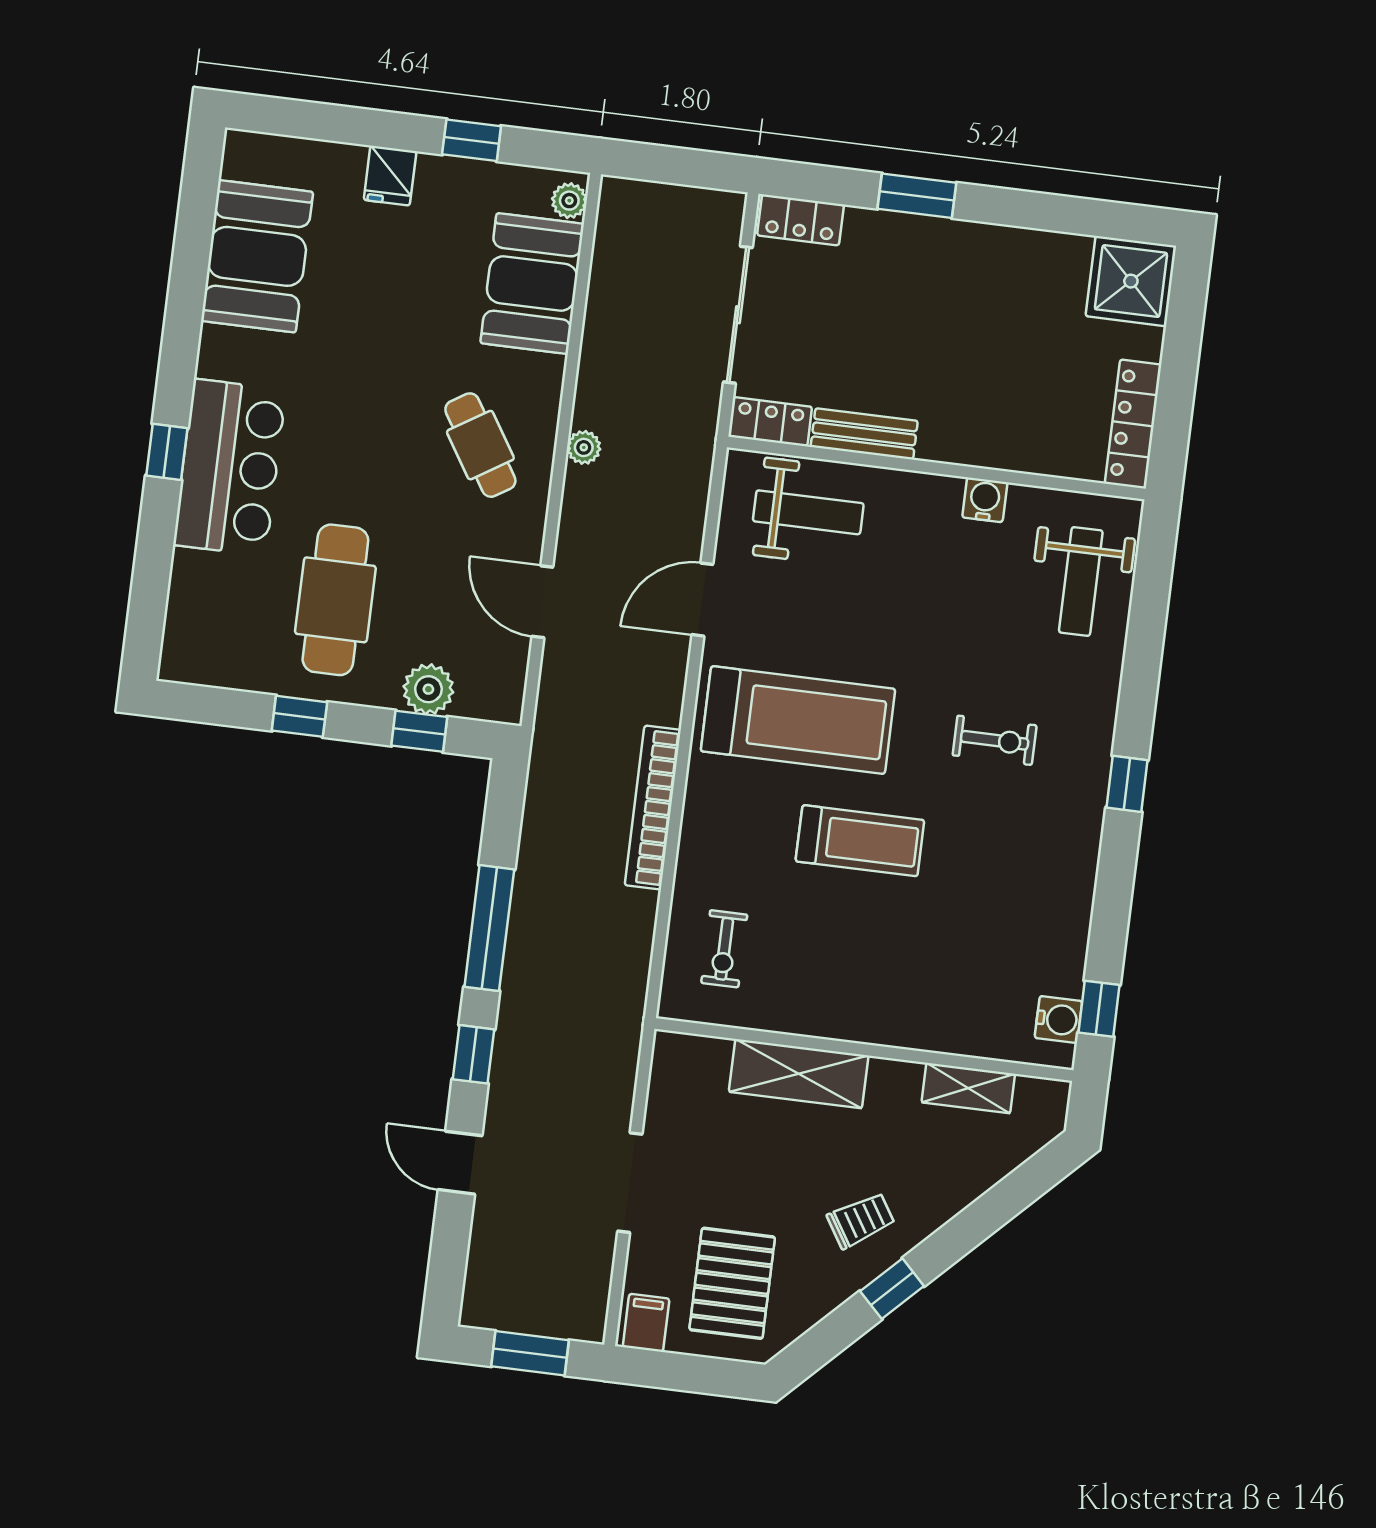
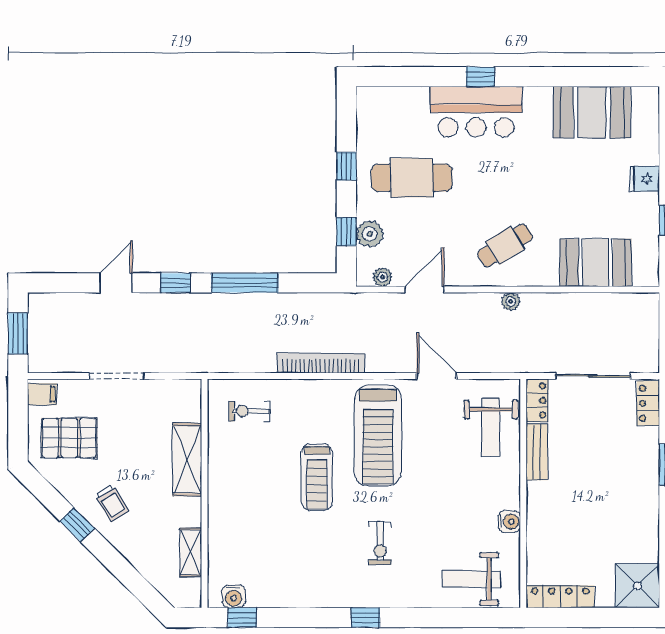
plant: (569, 201) -> (382, 277), moved

